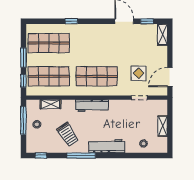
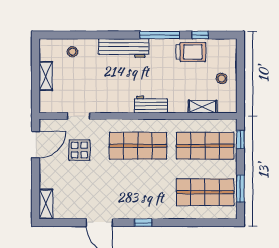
window: (71, 21) -> (143, 223), moved
window: (147, 21) -> (68, 223), removed
window: (23, 58) -> (240, 189), moved
workbench: (92, 106) -> (151, 105), width x0.73
window: (23, 120) -> (240, 84), removed
trolley: (68, 134) -> (191, 52), moved, turned 123
window: (41, 155) -> (200, 35), moved

